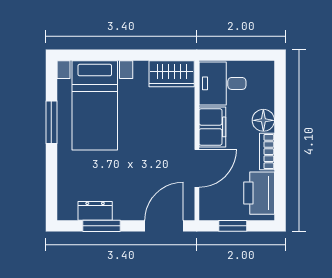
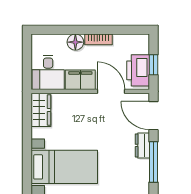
printer: (259, 193) -> (138, 70), moved, turned 90
dresser: (95, 211) -> (142, 145), moved
window: (102, 226) -> (154, 162), width x1.44

